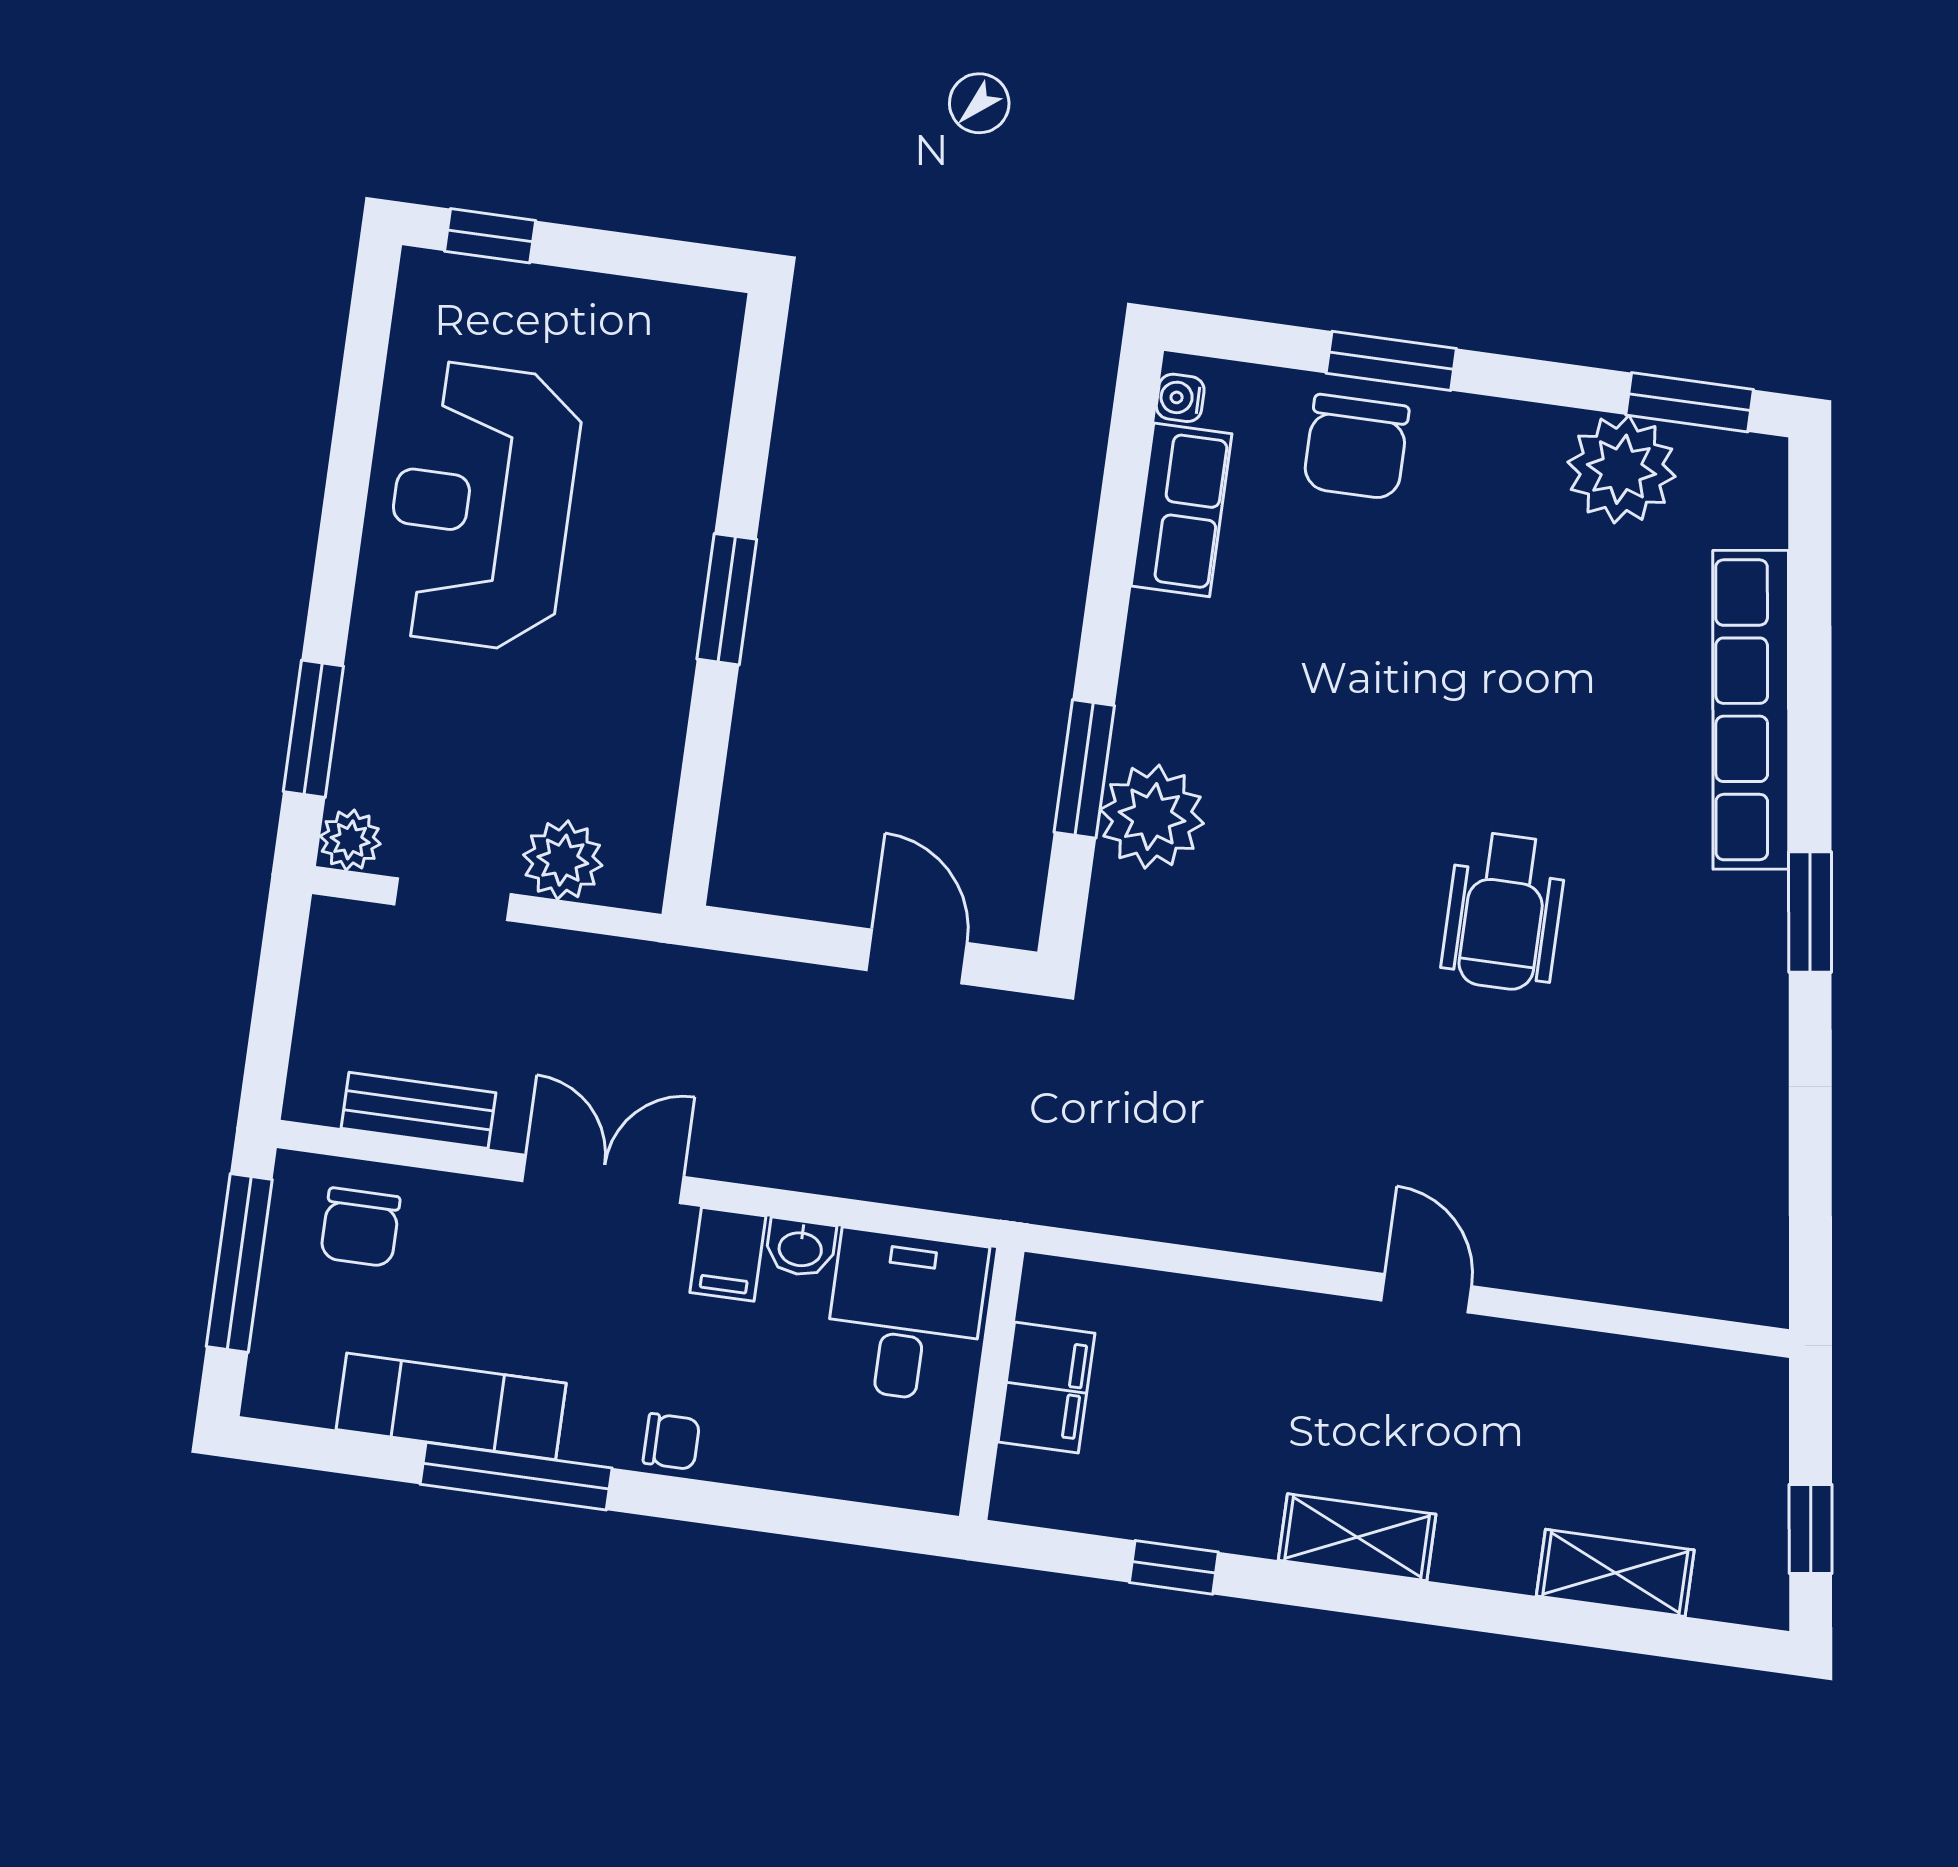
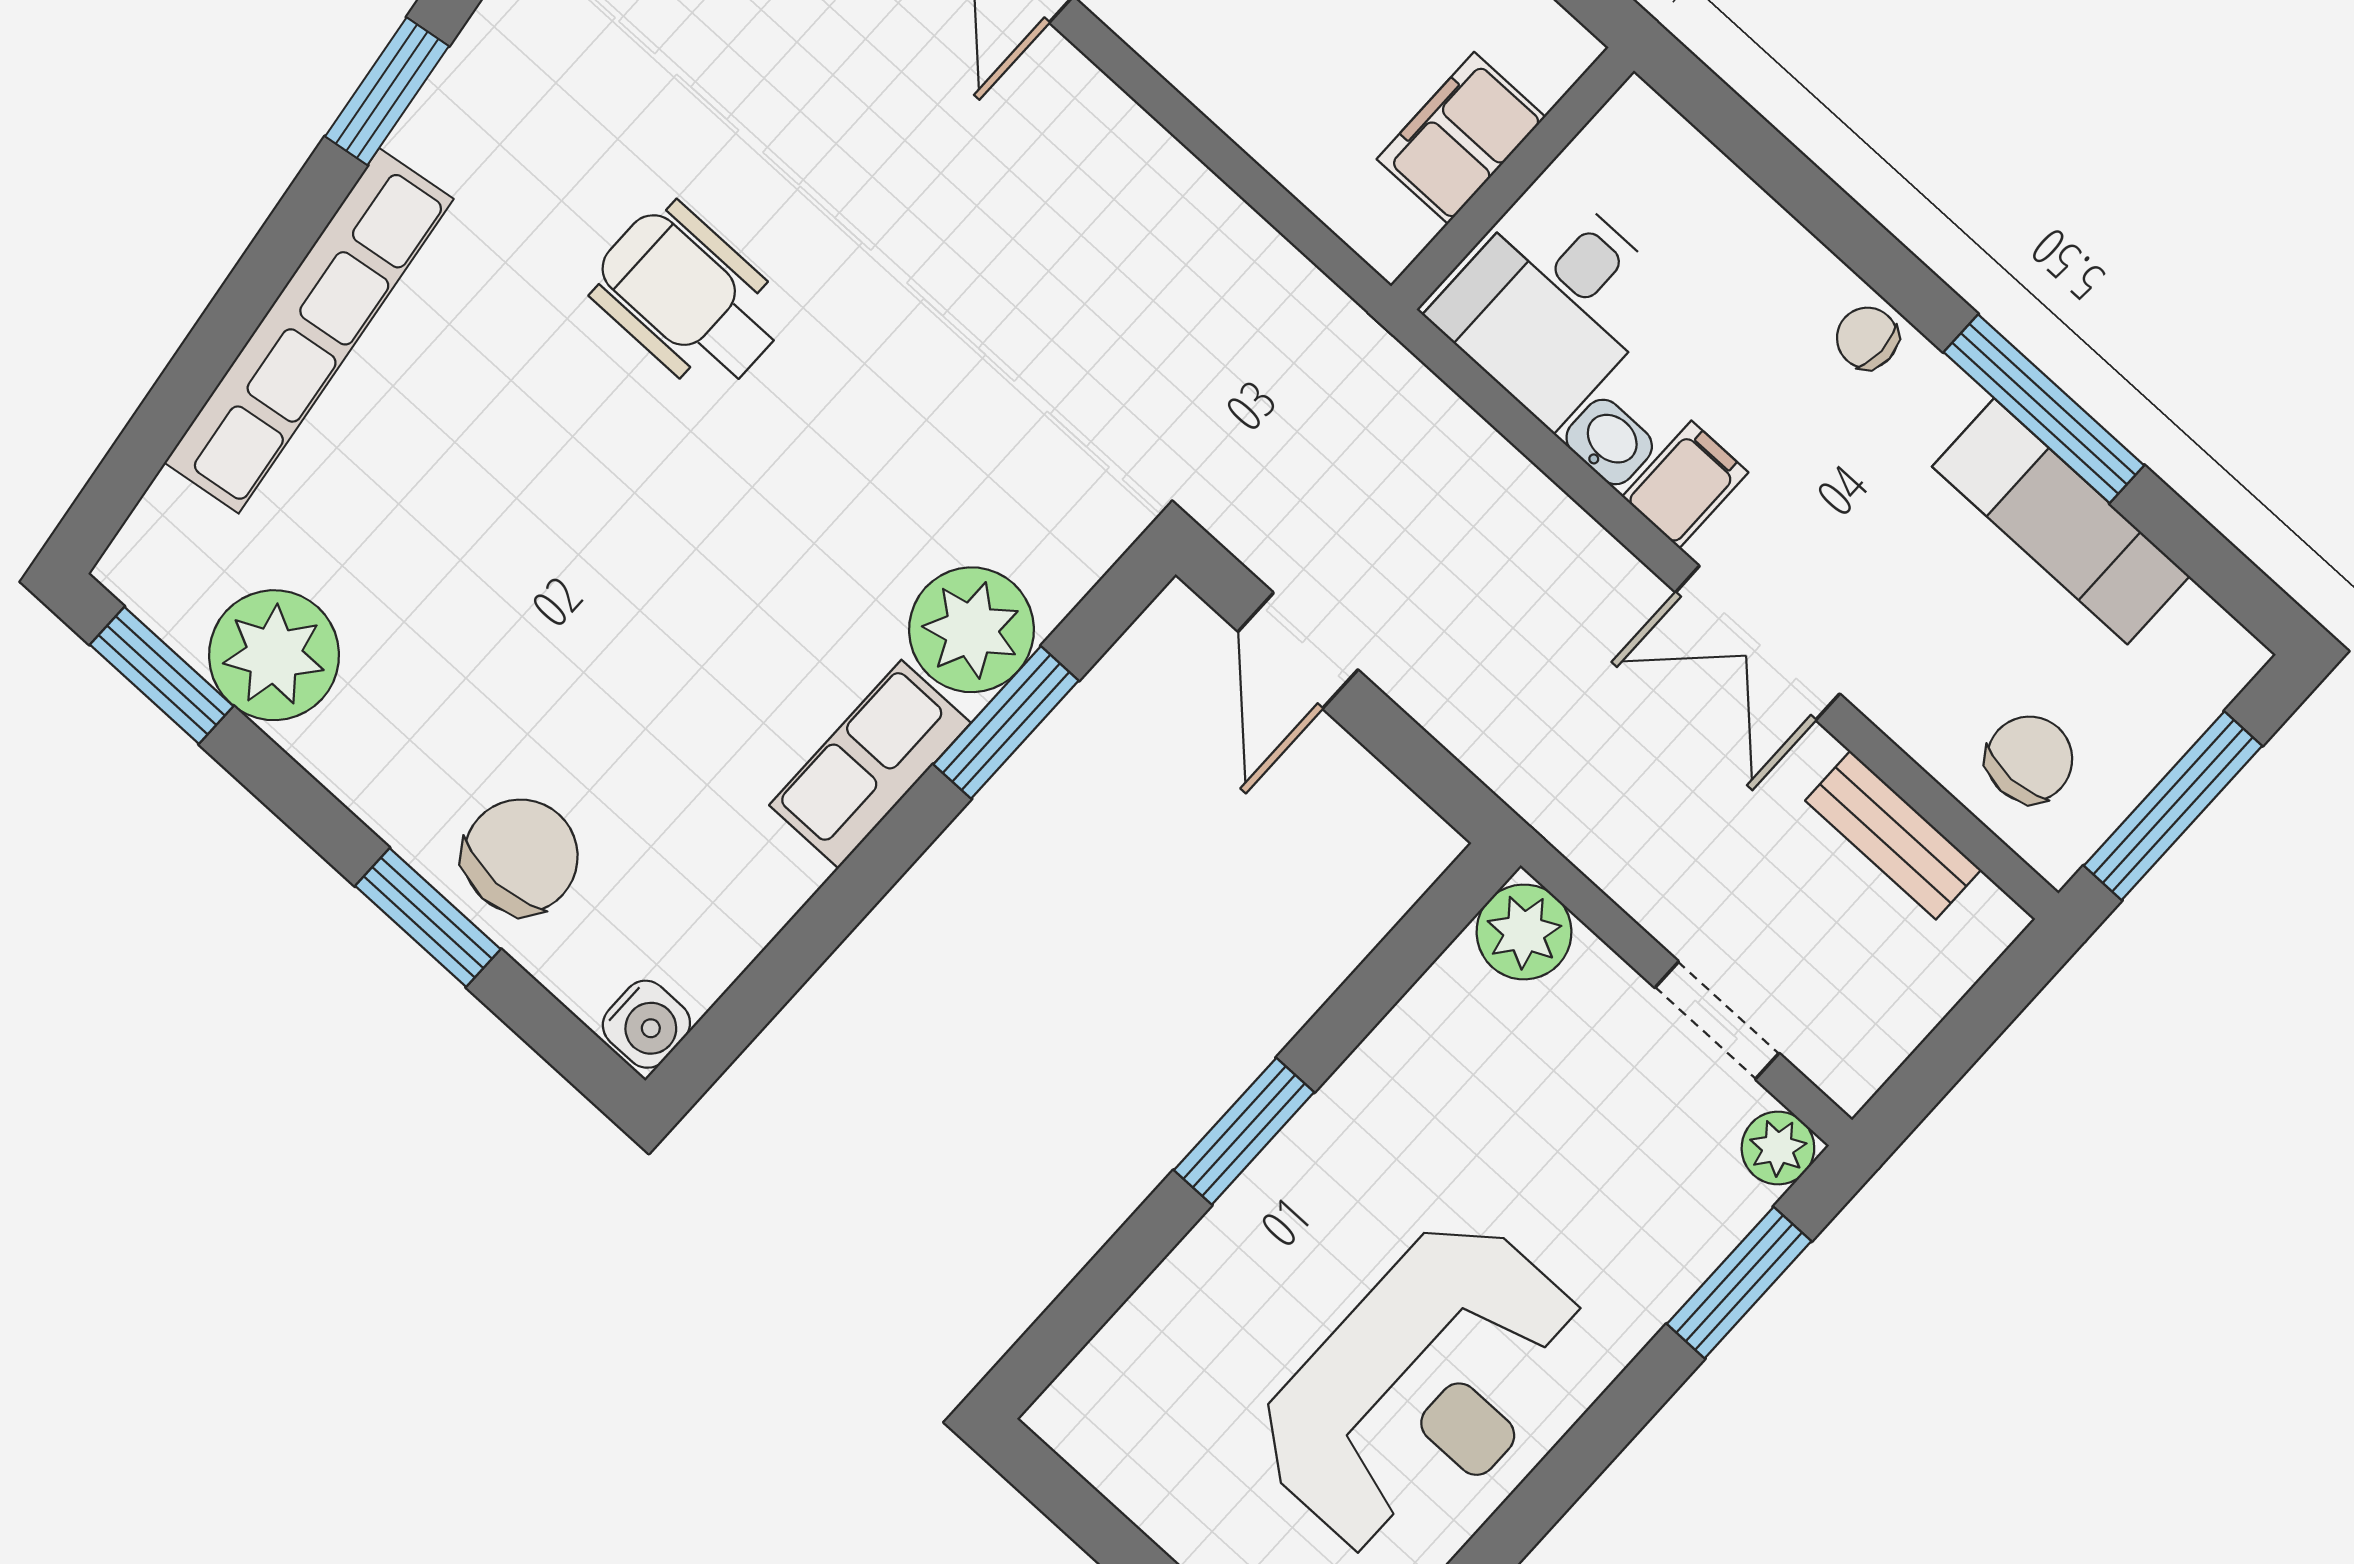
water cooler: (1180, 398) -> (646, 1024), width x1.38, depth x1.38
row of seats: (1182, 510) -> (870, 764), moved
plant: (563, 860) -> (1524, 932), moved
wheelchair: (1504, 912) -> (689, 298), turned -90

